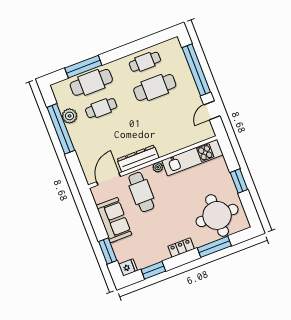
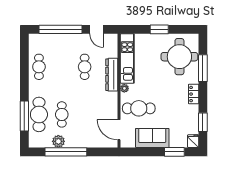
cafe table: (155, 87) -> (85, 67), moved, width x0.73, depth x0.74
dresser: (138, 159) -> (112, 75), moved

